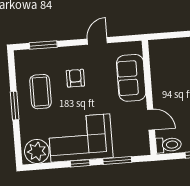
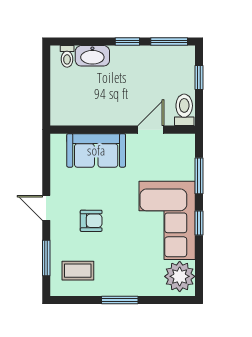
door: (97, 41) -> (46, 208), moved
armchair: (75, 78) -> (91, 221), turned 180
coffee table: (41, 92) -> (78, 271), moved, width x0.73, depth x0.77

